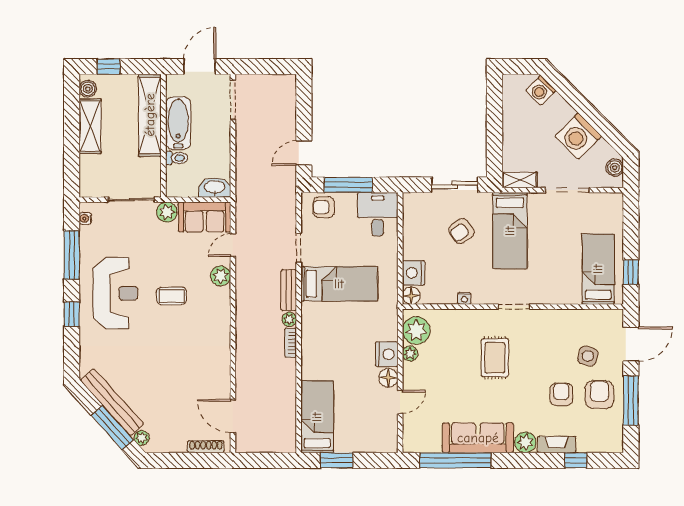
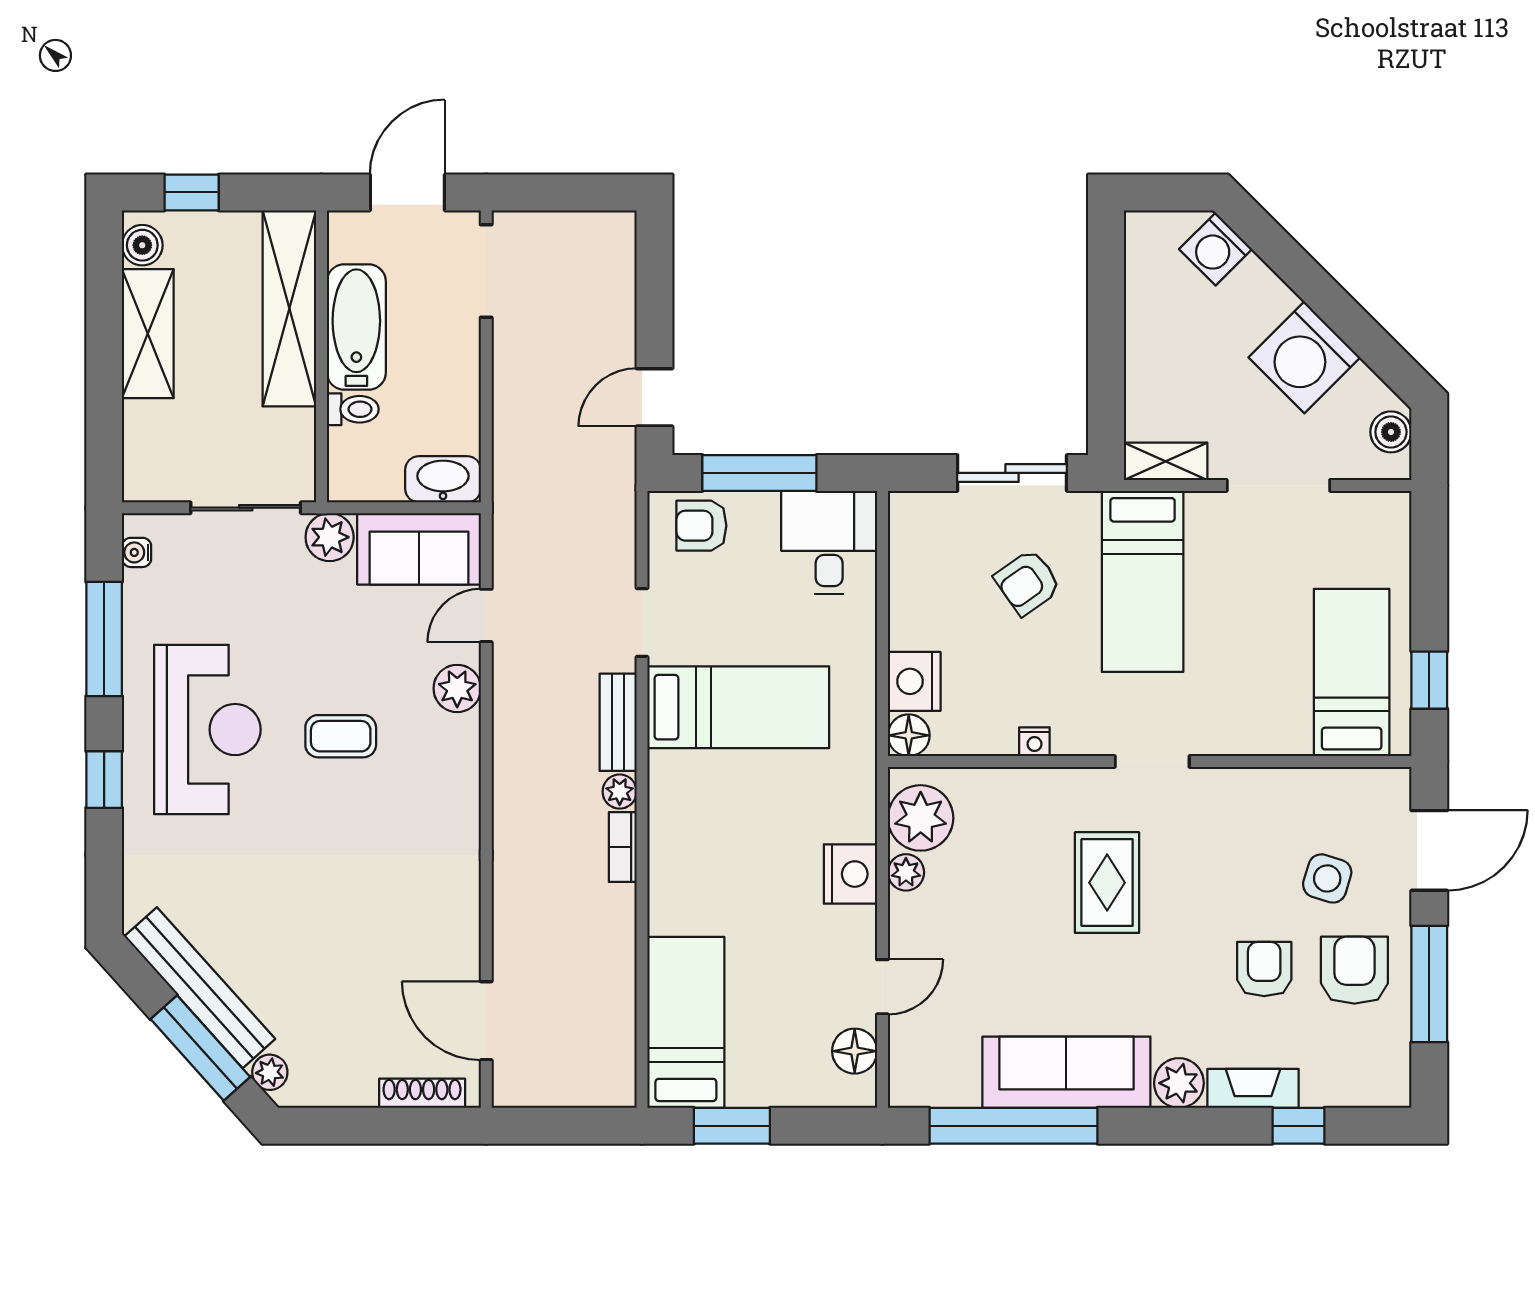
floor lamp: (388, 378) -> (855, 1051), moved

